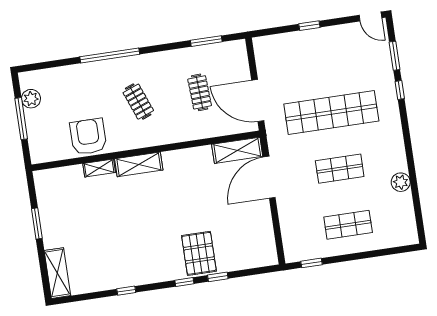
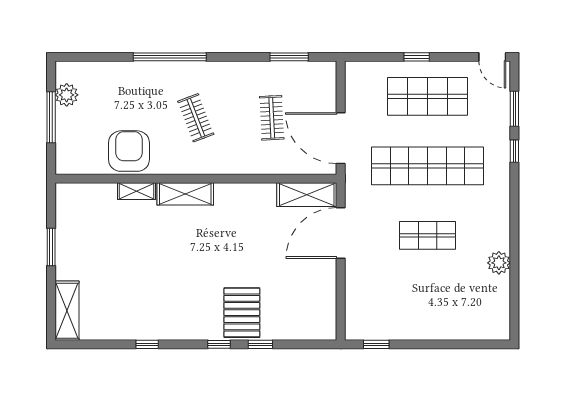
shop shelf: (348, 225) -> (427, 96), moved, width x1.43, depth x1.36

